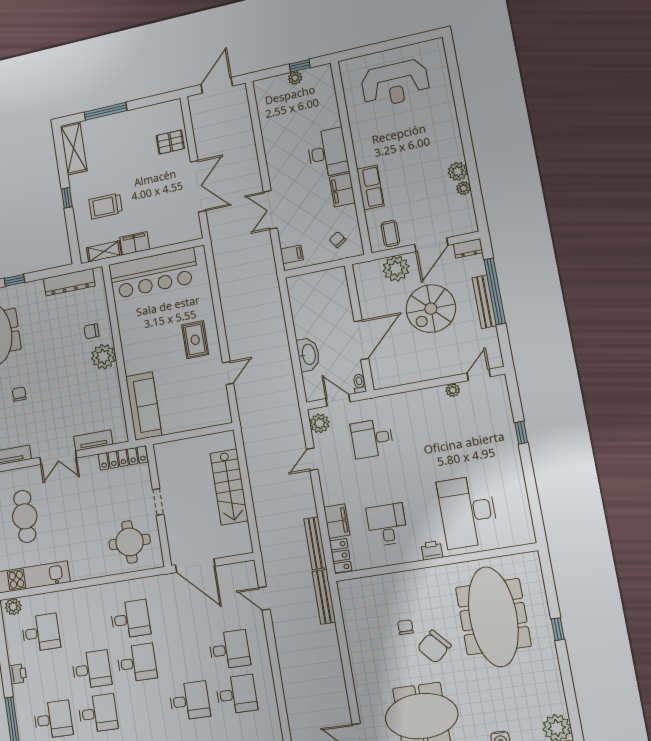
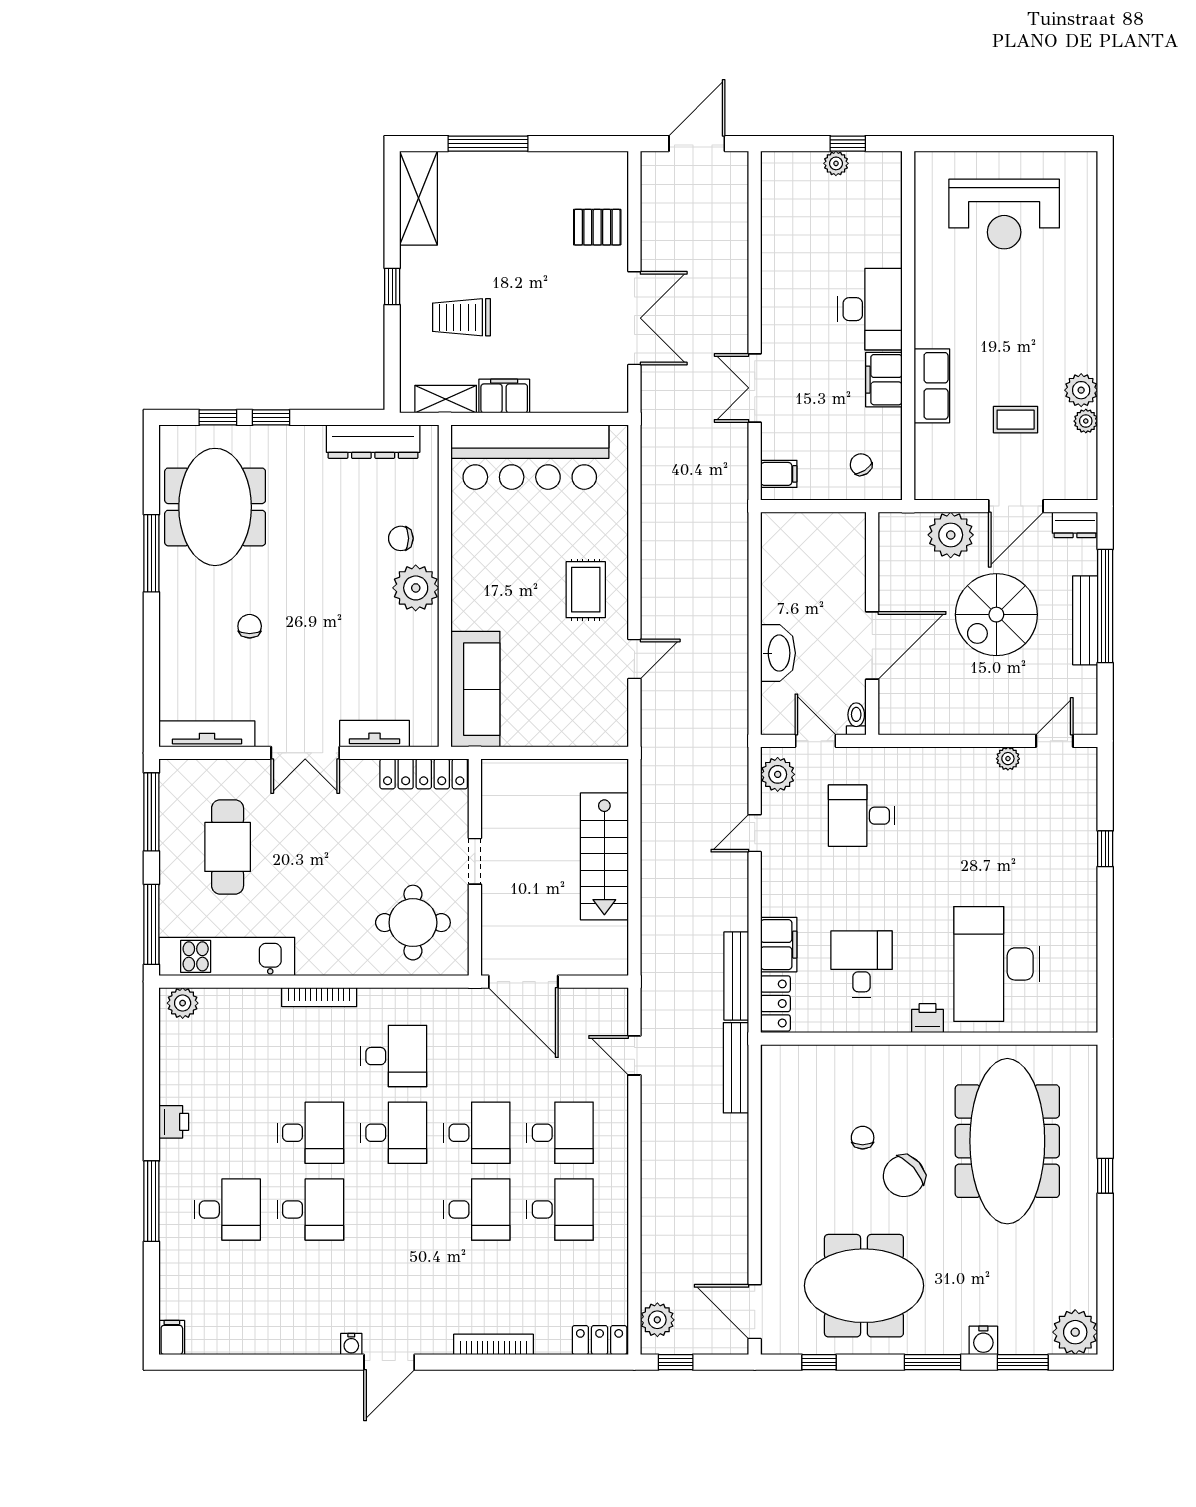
coffee table: (390, 234) -> (1016, 420), moved, turned 90
bookcase: (85, 592) -> (319, 997), added
desk: (41, 633) -> (477, 1133), moved

